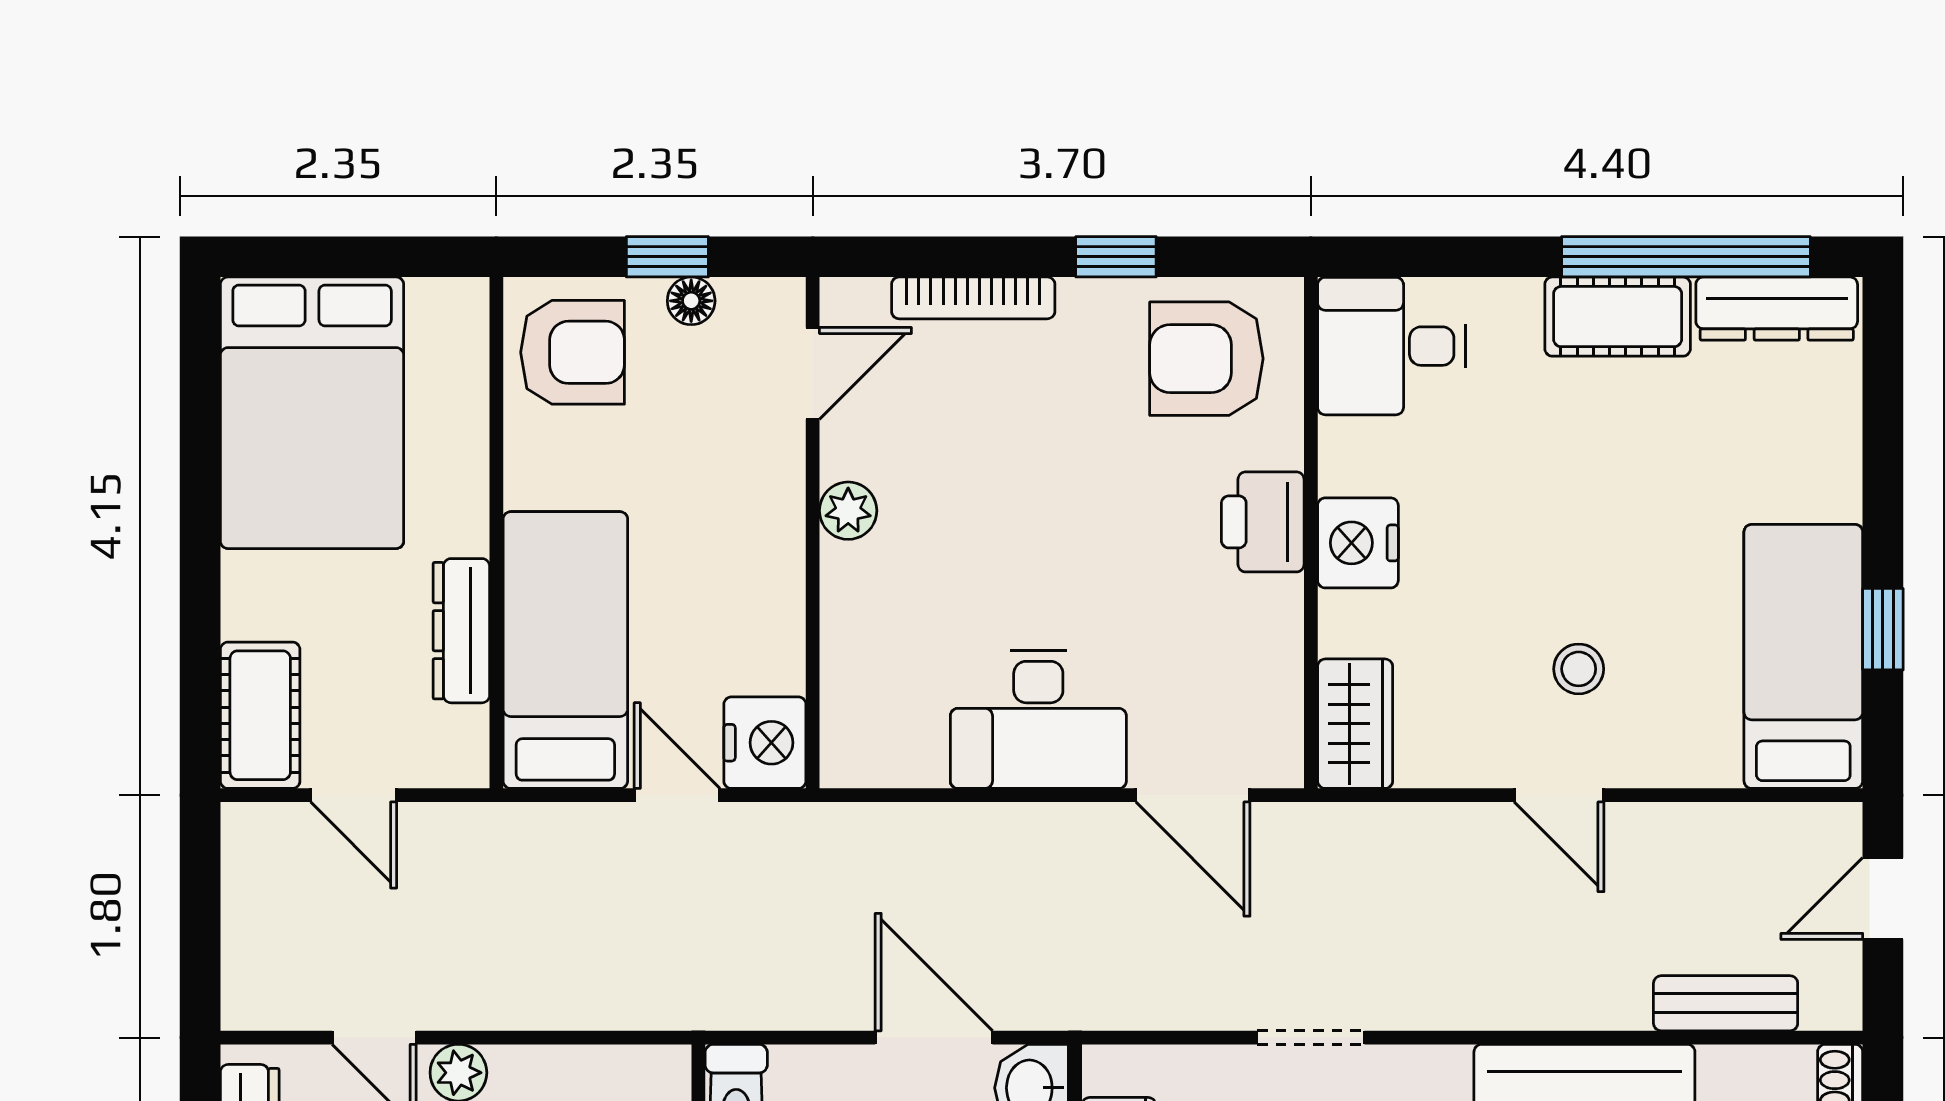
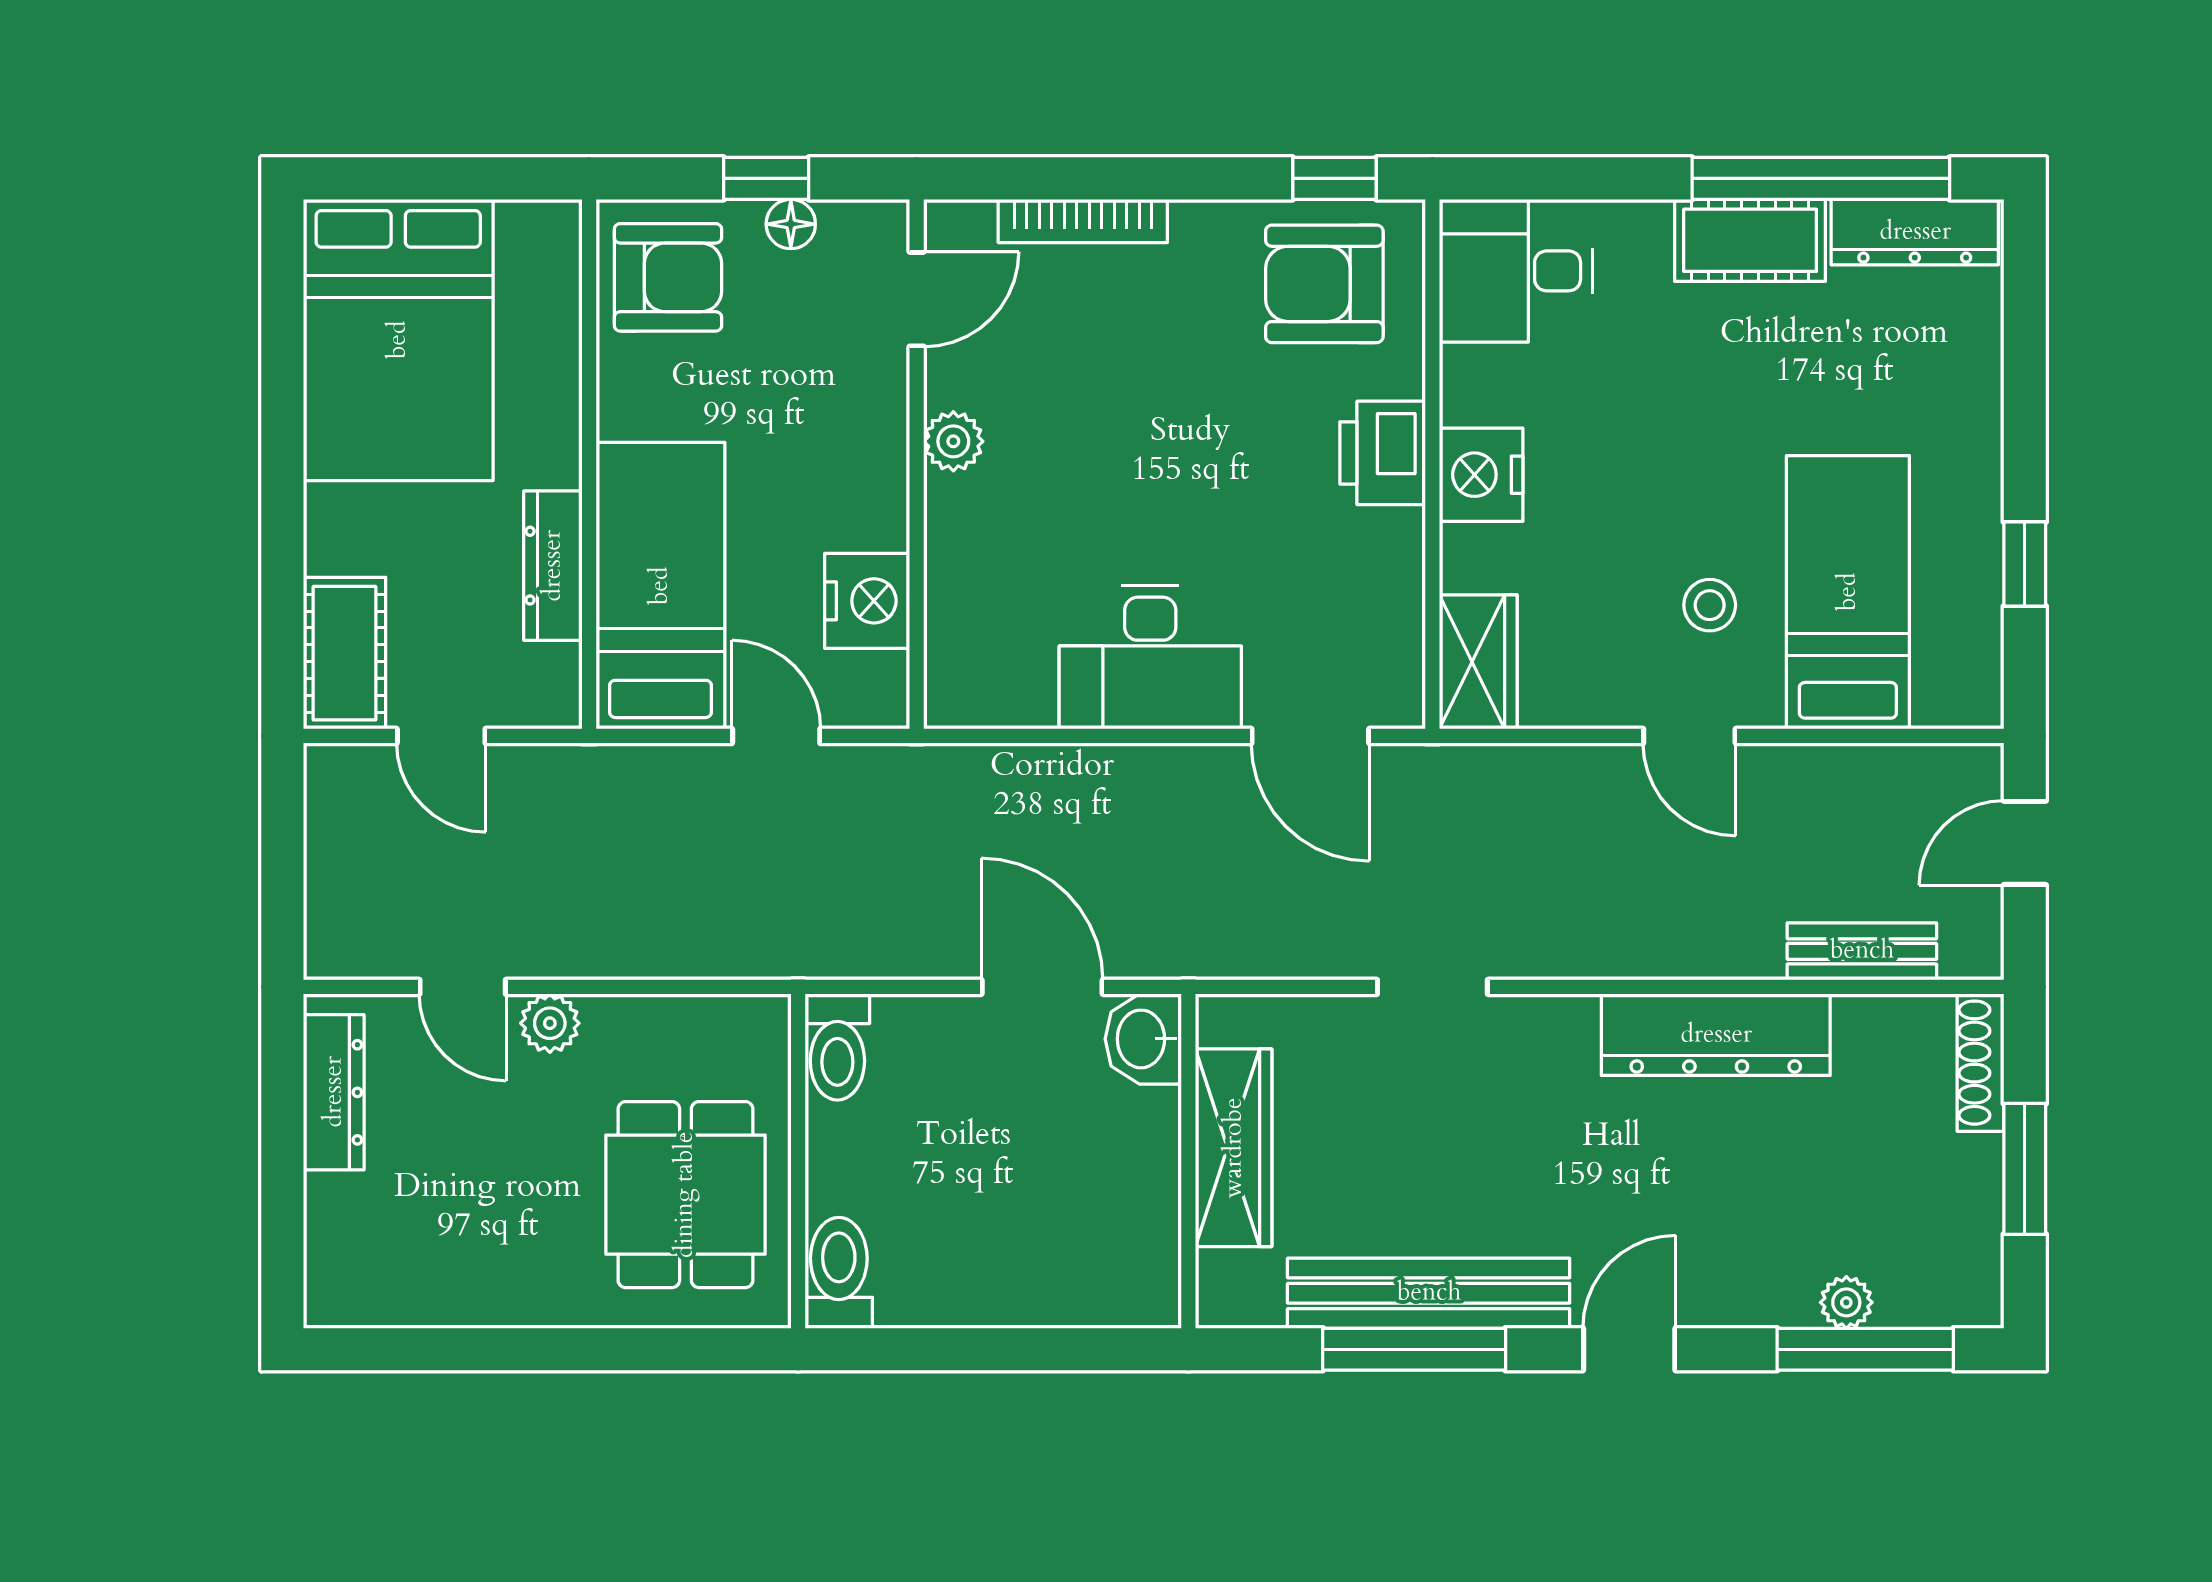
window: (1116, 257) -> (1335, 178), moved
bed: (1803, 656) -> (1848, 592), moved
nightstand: (765, 743) -> (867, 601), moved

